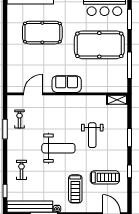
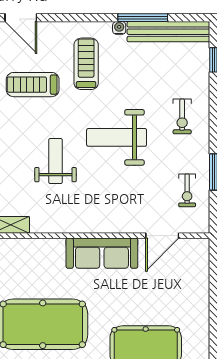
sofa: (67, 84) -> (102, 253), width x1.36
exercise bike: (21, 170) -> (182, 116), moved

